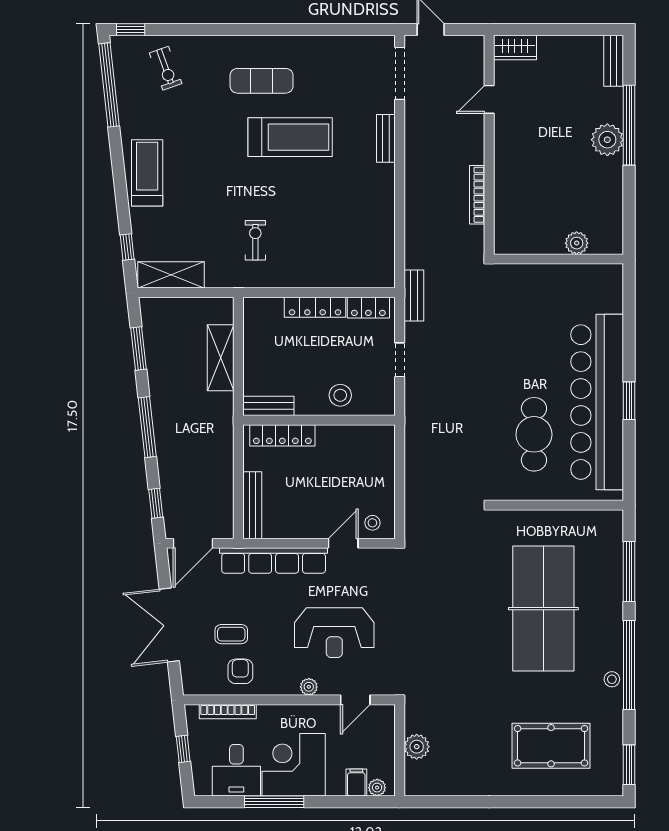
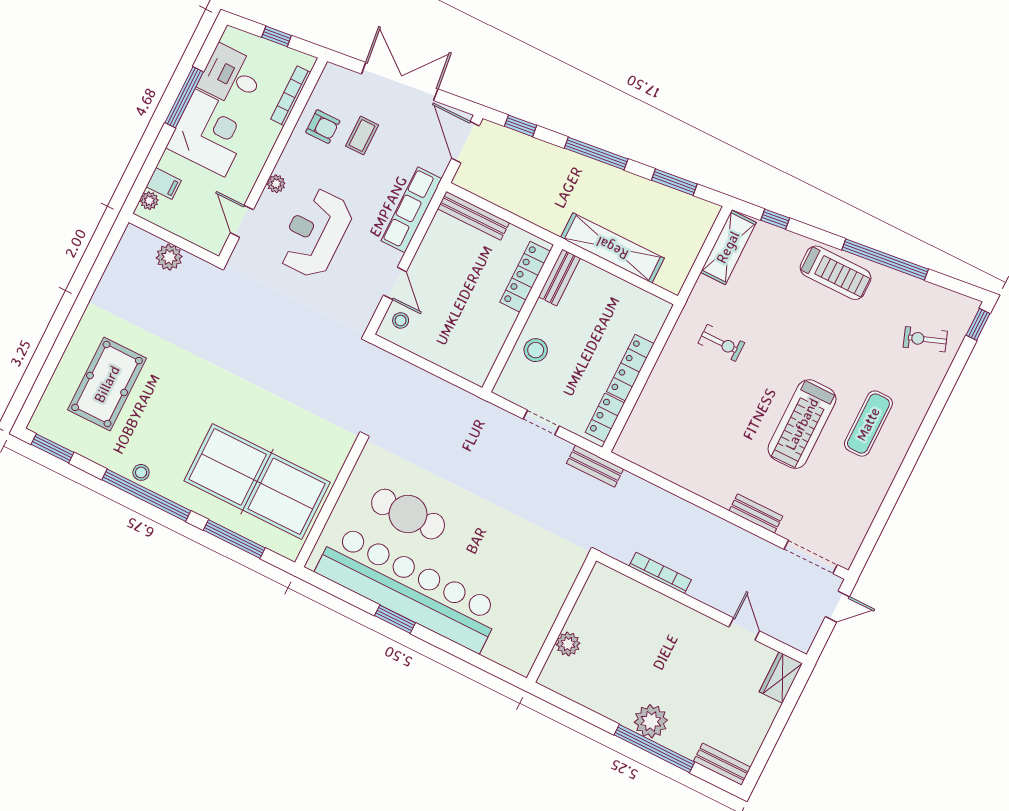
window: (109, 85) -> (885, 259), moved
shelving: (221, 358) -> (612, 248), width x1.47
row of seats: (274, 561) -> (411, 210), width x0.73
table tennis table: (543, 609) -> (257, 482), moved

